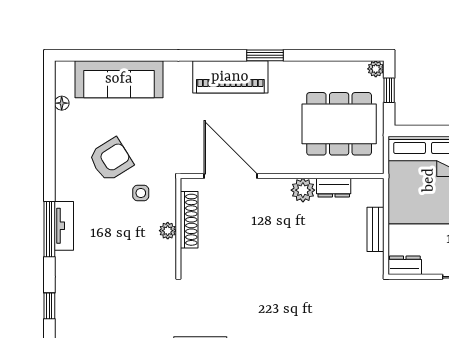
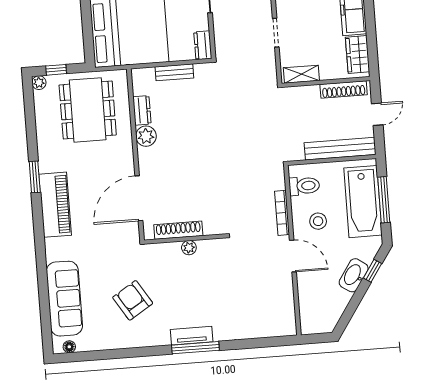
floor lamp: (62, 103) -> (69, 347), moved
side table: (141, 193) -> (159, 273), removed
window: (49, 306) -> (260, 343), removed

